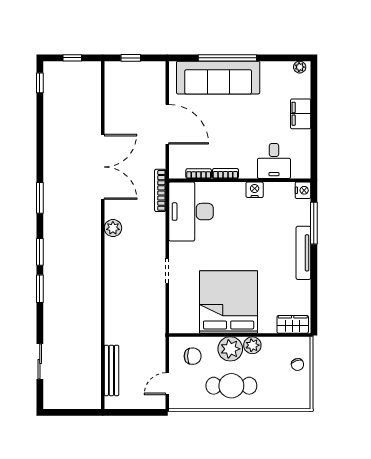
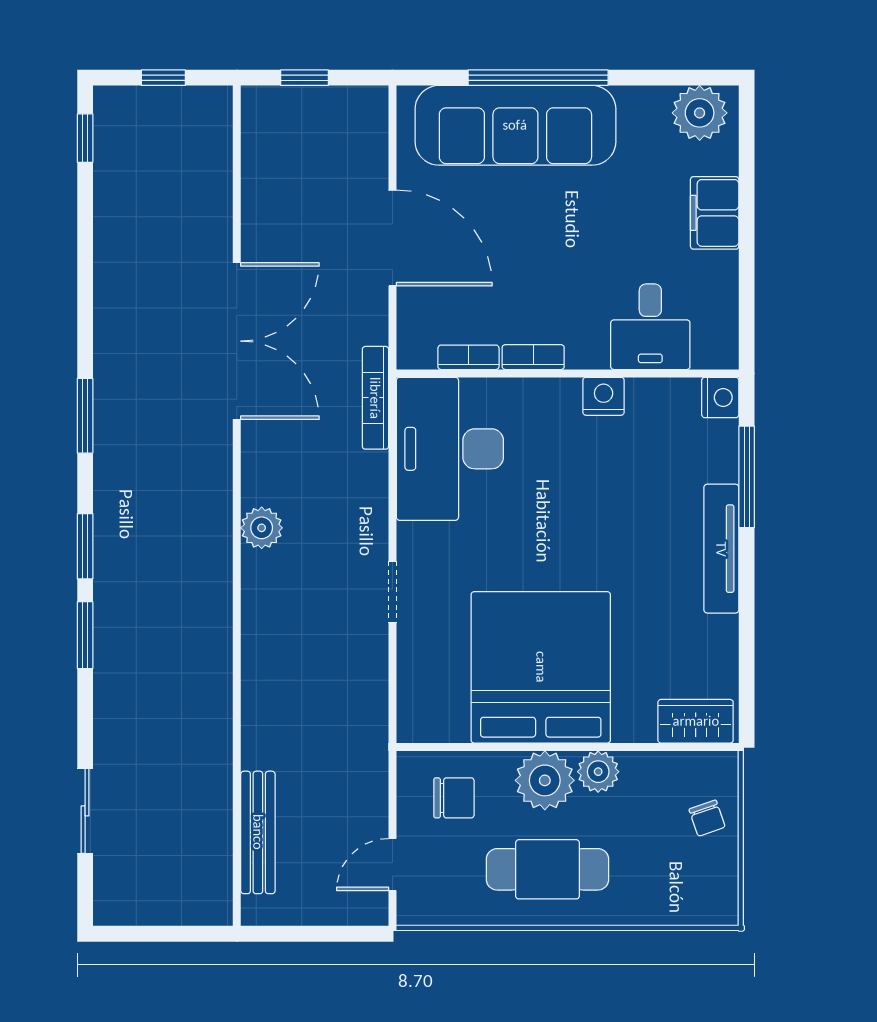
plant: (300, 67) -> (700, 113), width x1.88, depth x1.88
plant: (113, 228) -> (262, 528), moved

